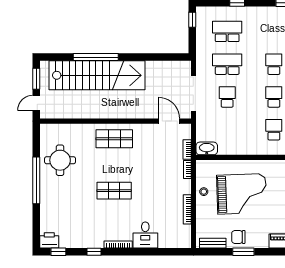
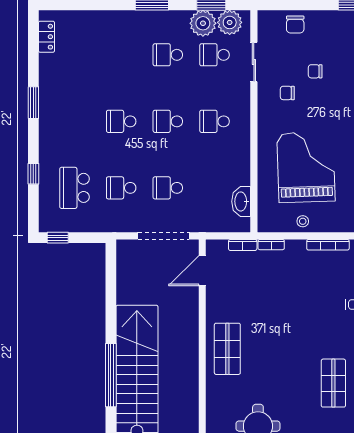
school desk: (227, 64) -> (121, 188), width x0.54
washbasin: (207, 148) -> (241, 201), moved
shop shelf: (114, 191) -> (333, 383), moved

